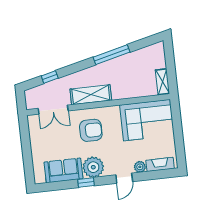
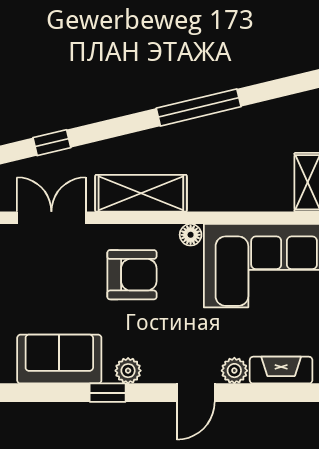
double door: (53, 110) -> (51, 218), swing flipped
floor lamp: (114, 110) -> (191, 235), added
plant: (93, 167) -> (128, 371), width x0.53, depth x0.53

